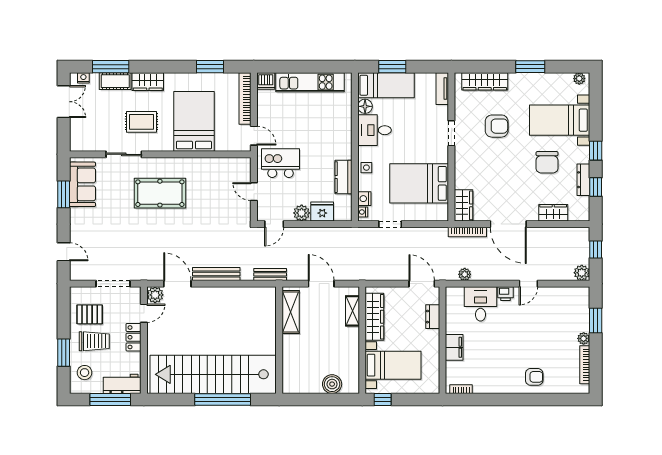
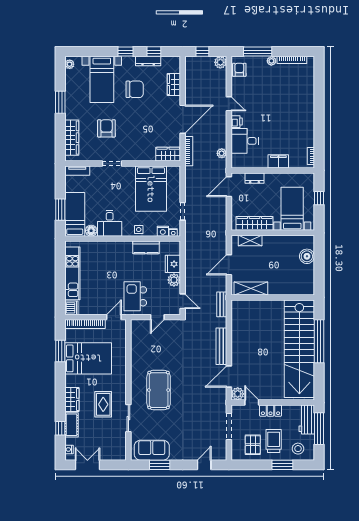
window: (111, 67) -> (60, 428), width x0.46
bed: (194, 121) -> (88, 358), moved, turned 180
window: (596, 321) -> (258, 52), width x1.44
armchair: (534, 377) -> (239, 70), moved
window: (383, 399) -> (319, 198), moved

